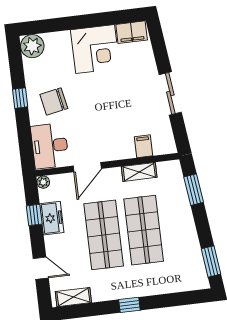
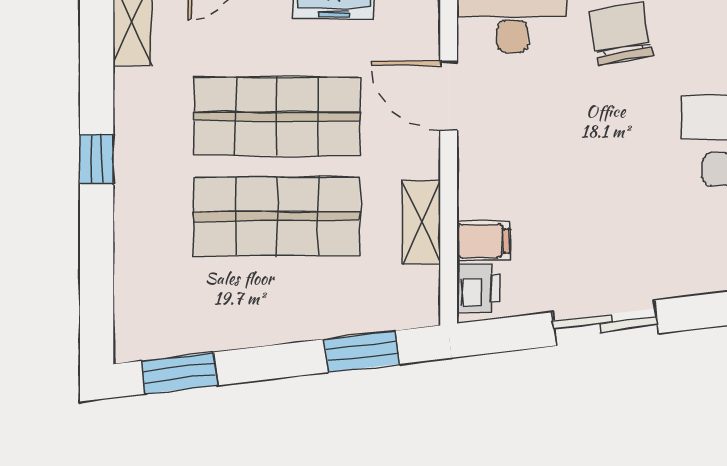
printer: (162, 146) -> (479, 288), added

